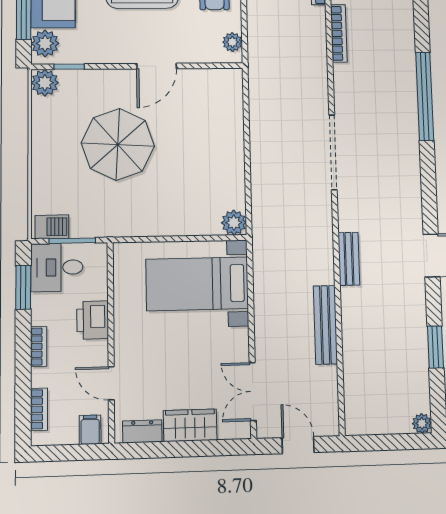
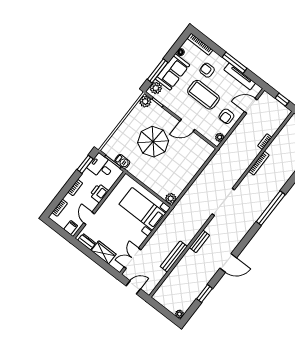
barbecue: (52, 227) -> (122, 161), moved
door: (298, 445) -> (133, 287), hinge flipped

